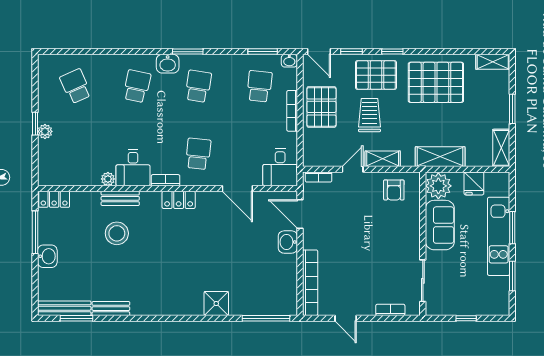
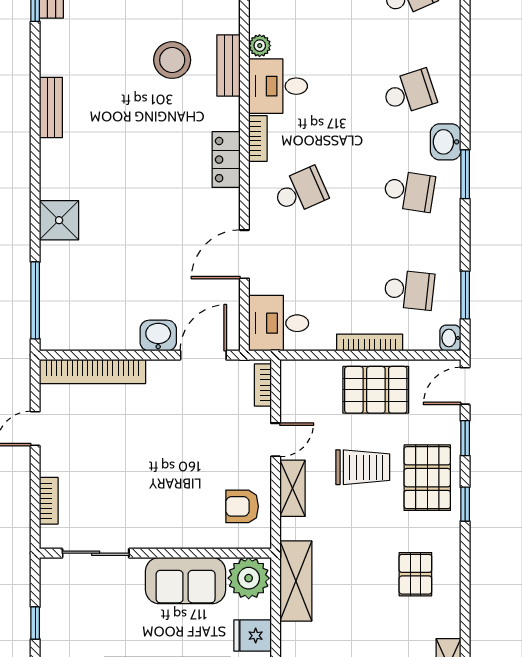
pallet: (436, 82) -> (415, 574), width x0.49, depth x0.50
school desk: (137, 86) -> (409, 92), turned -30
school desk: (198, 154) -> (300, 191), turned -30
door: (353, 169) -> (276, 440), hinge flipped
bench: (111, 309) -> (51, 107), moved

